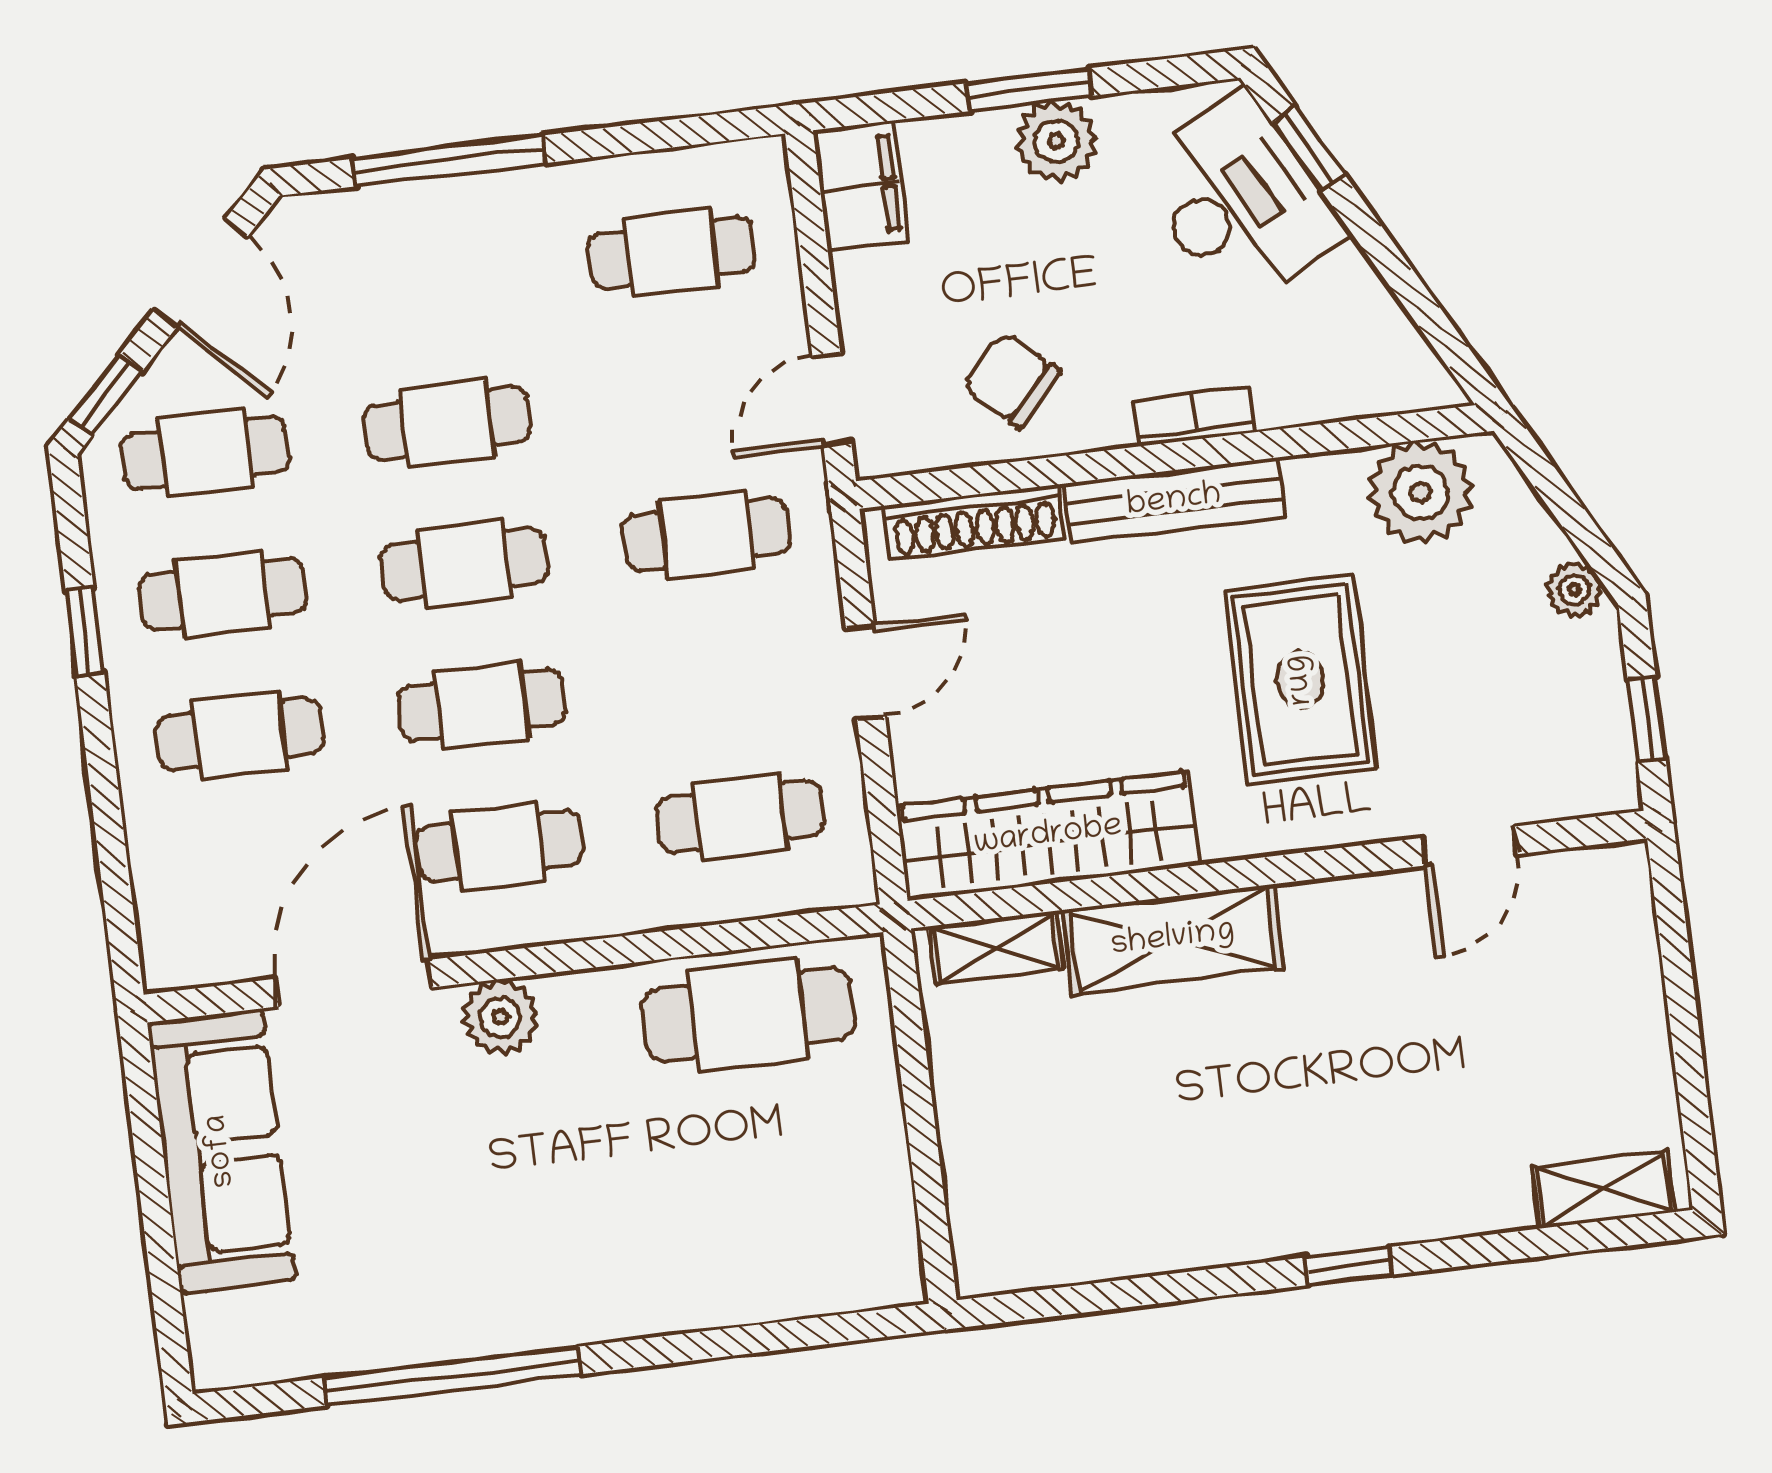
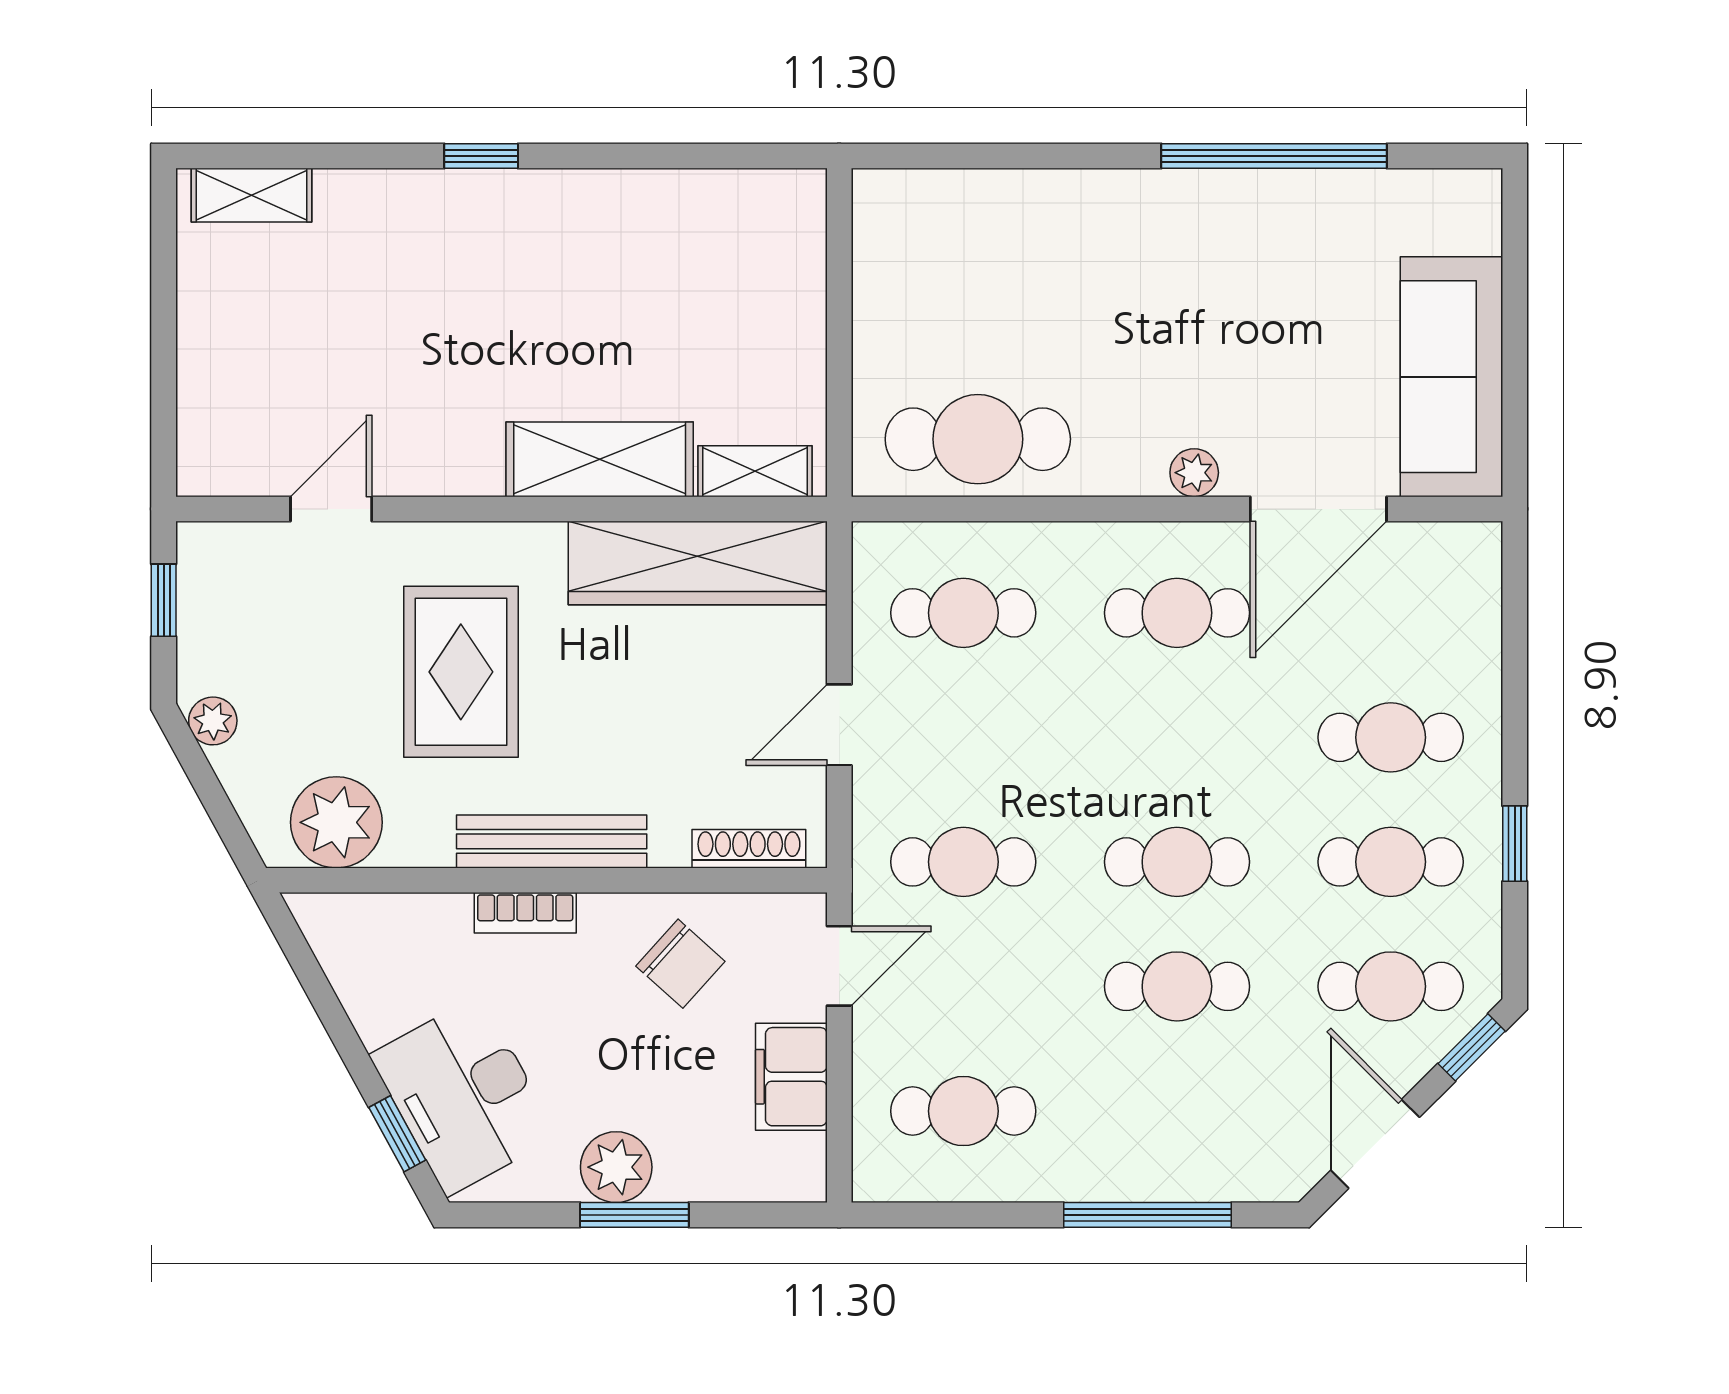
filing cabinet: (861, 186) -> (791, 1077), moved
shoe rack: (974, 522) -> (749, 849), width x0.74, depth x0.81
cafe table: (482, 705) -> (1177, 737), removed
plant: (500, 1017) -> (1194, 473), width x0.73, depth x0.73

